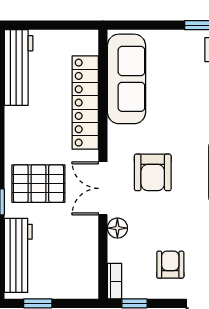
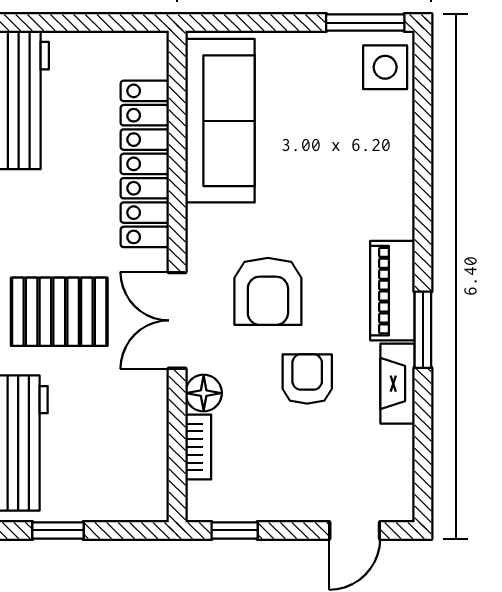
armchair: (170, 265) -> (307, 379), moved
bookcase: (115, 281) -> (198, 447), moved

